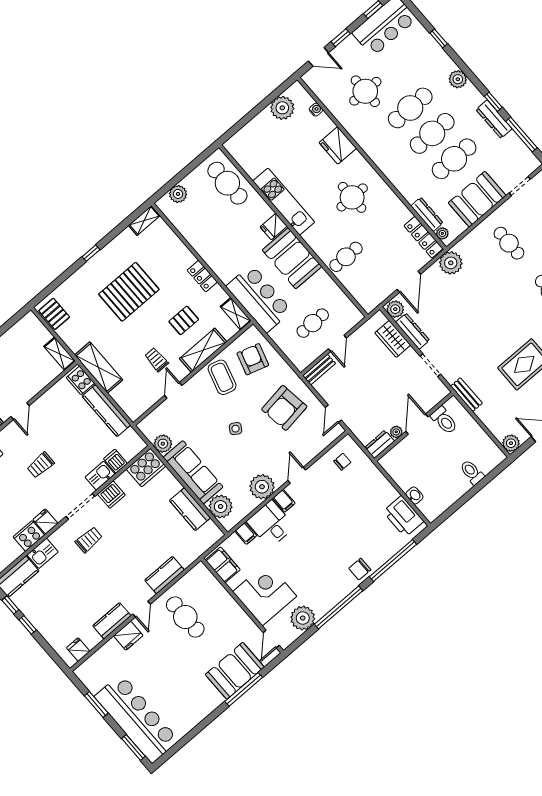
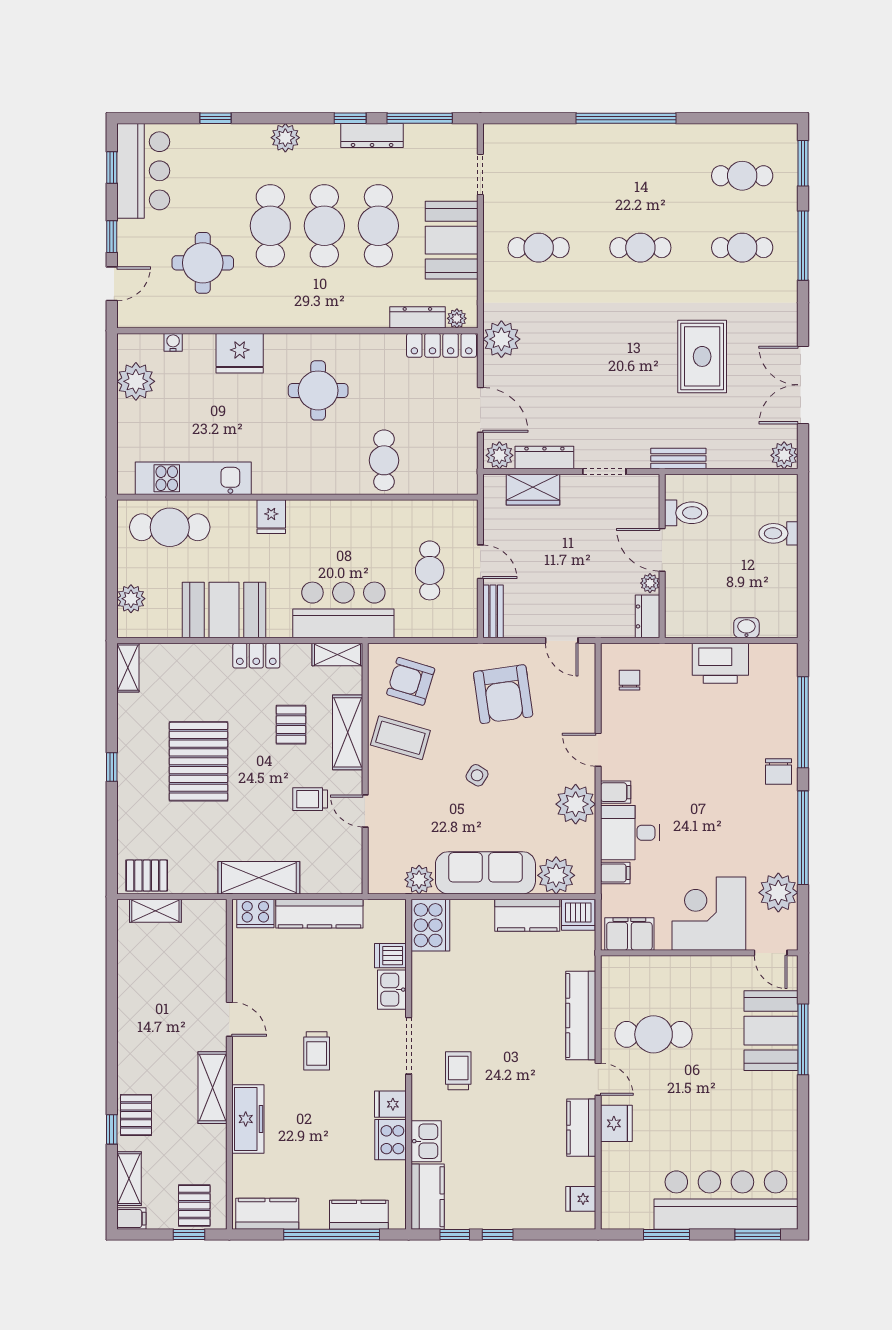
kitchen unit: (284, 202) -> (193, 478), moved
booth: (292, 258) -> (224, 610), moved
shelving: (60, 354) -> (155, 911), moved
dishwasher: (111, 495) -> (578, 915), moved, turned 90
printer: (403, 516) -> (720, 663), moved
kitchen counter: (165, 575) -> (581, 1016), width x1.50

